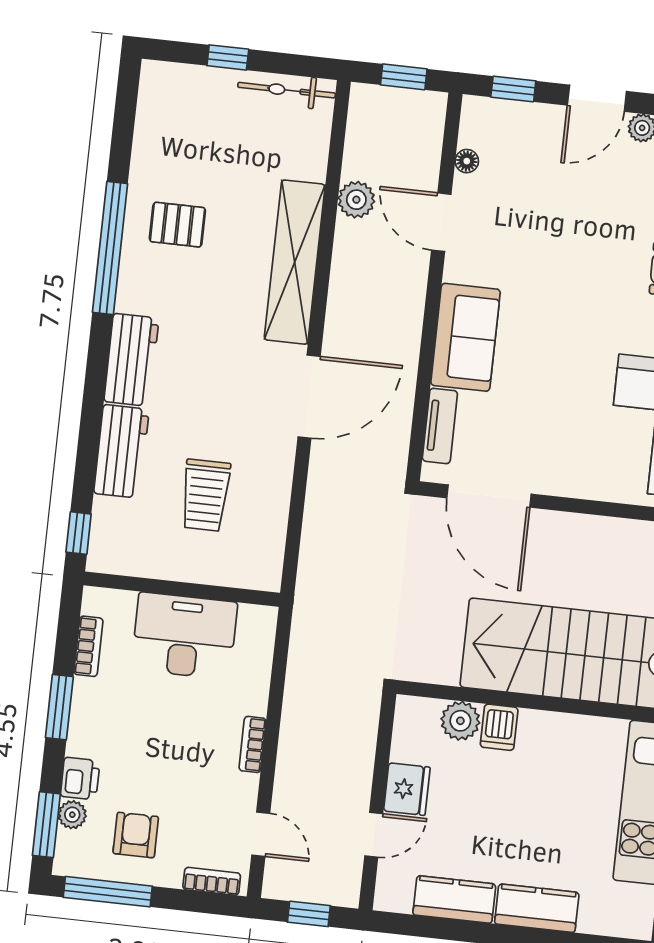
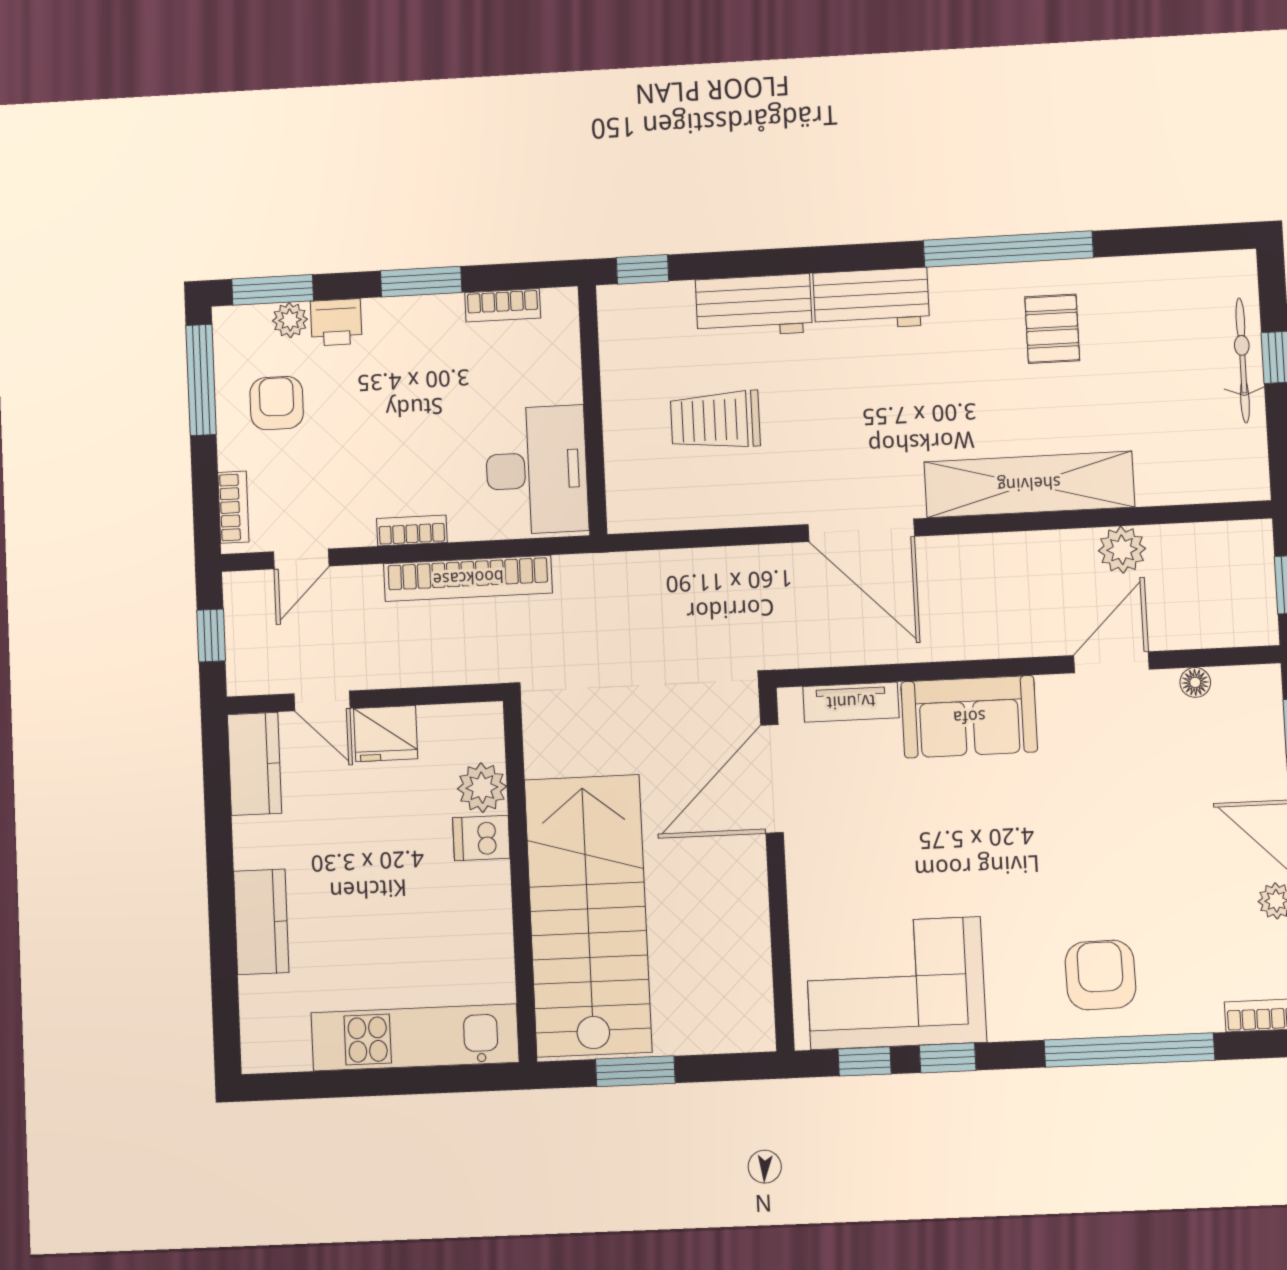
bicycle: (287, 90) -> (1243, 360), moved
desk: (184, 636) -> (537, 470), moved
bookcase: (297, 706) -> (468, 578), added
armchair: (136, 835) -> (277, 403), turned -90
kitchen counter: (454, 899) -> (254, 764), moved

